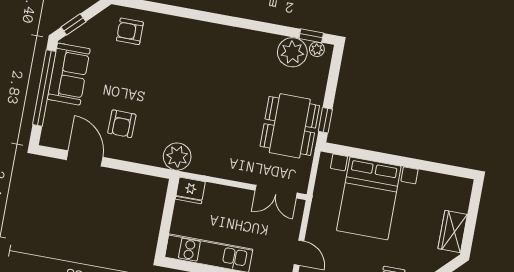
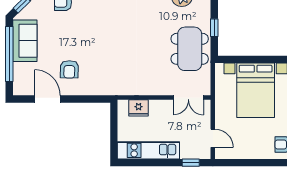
window: (325, 120) -> (214, 28), moved
plant: (177, 157) -> (113, 86), removed
fridge: (190, 190) -> (139, 108), moved

